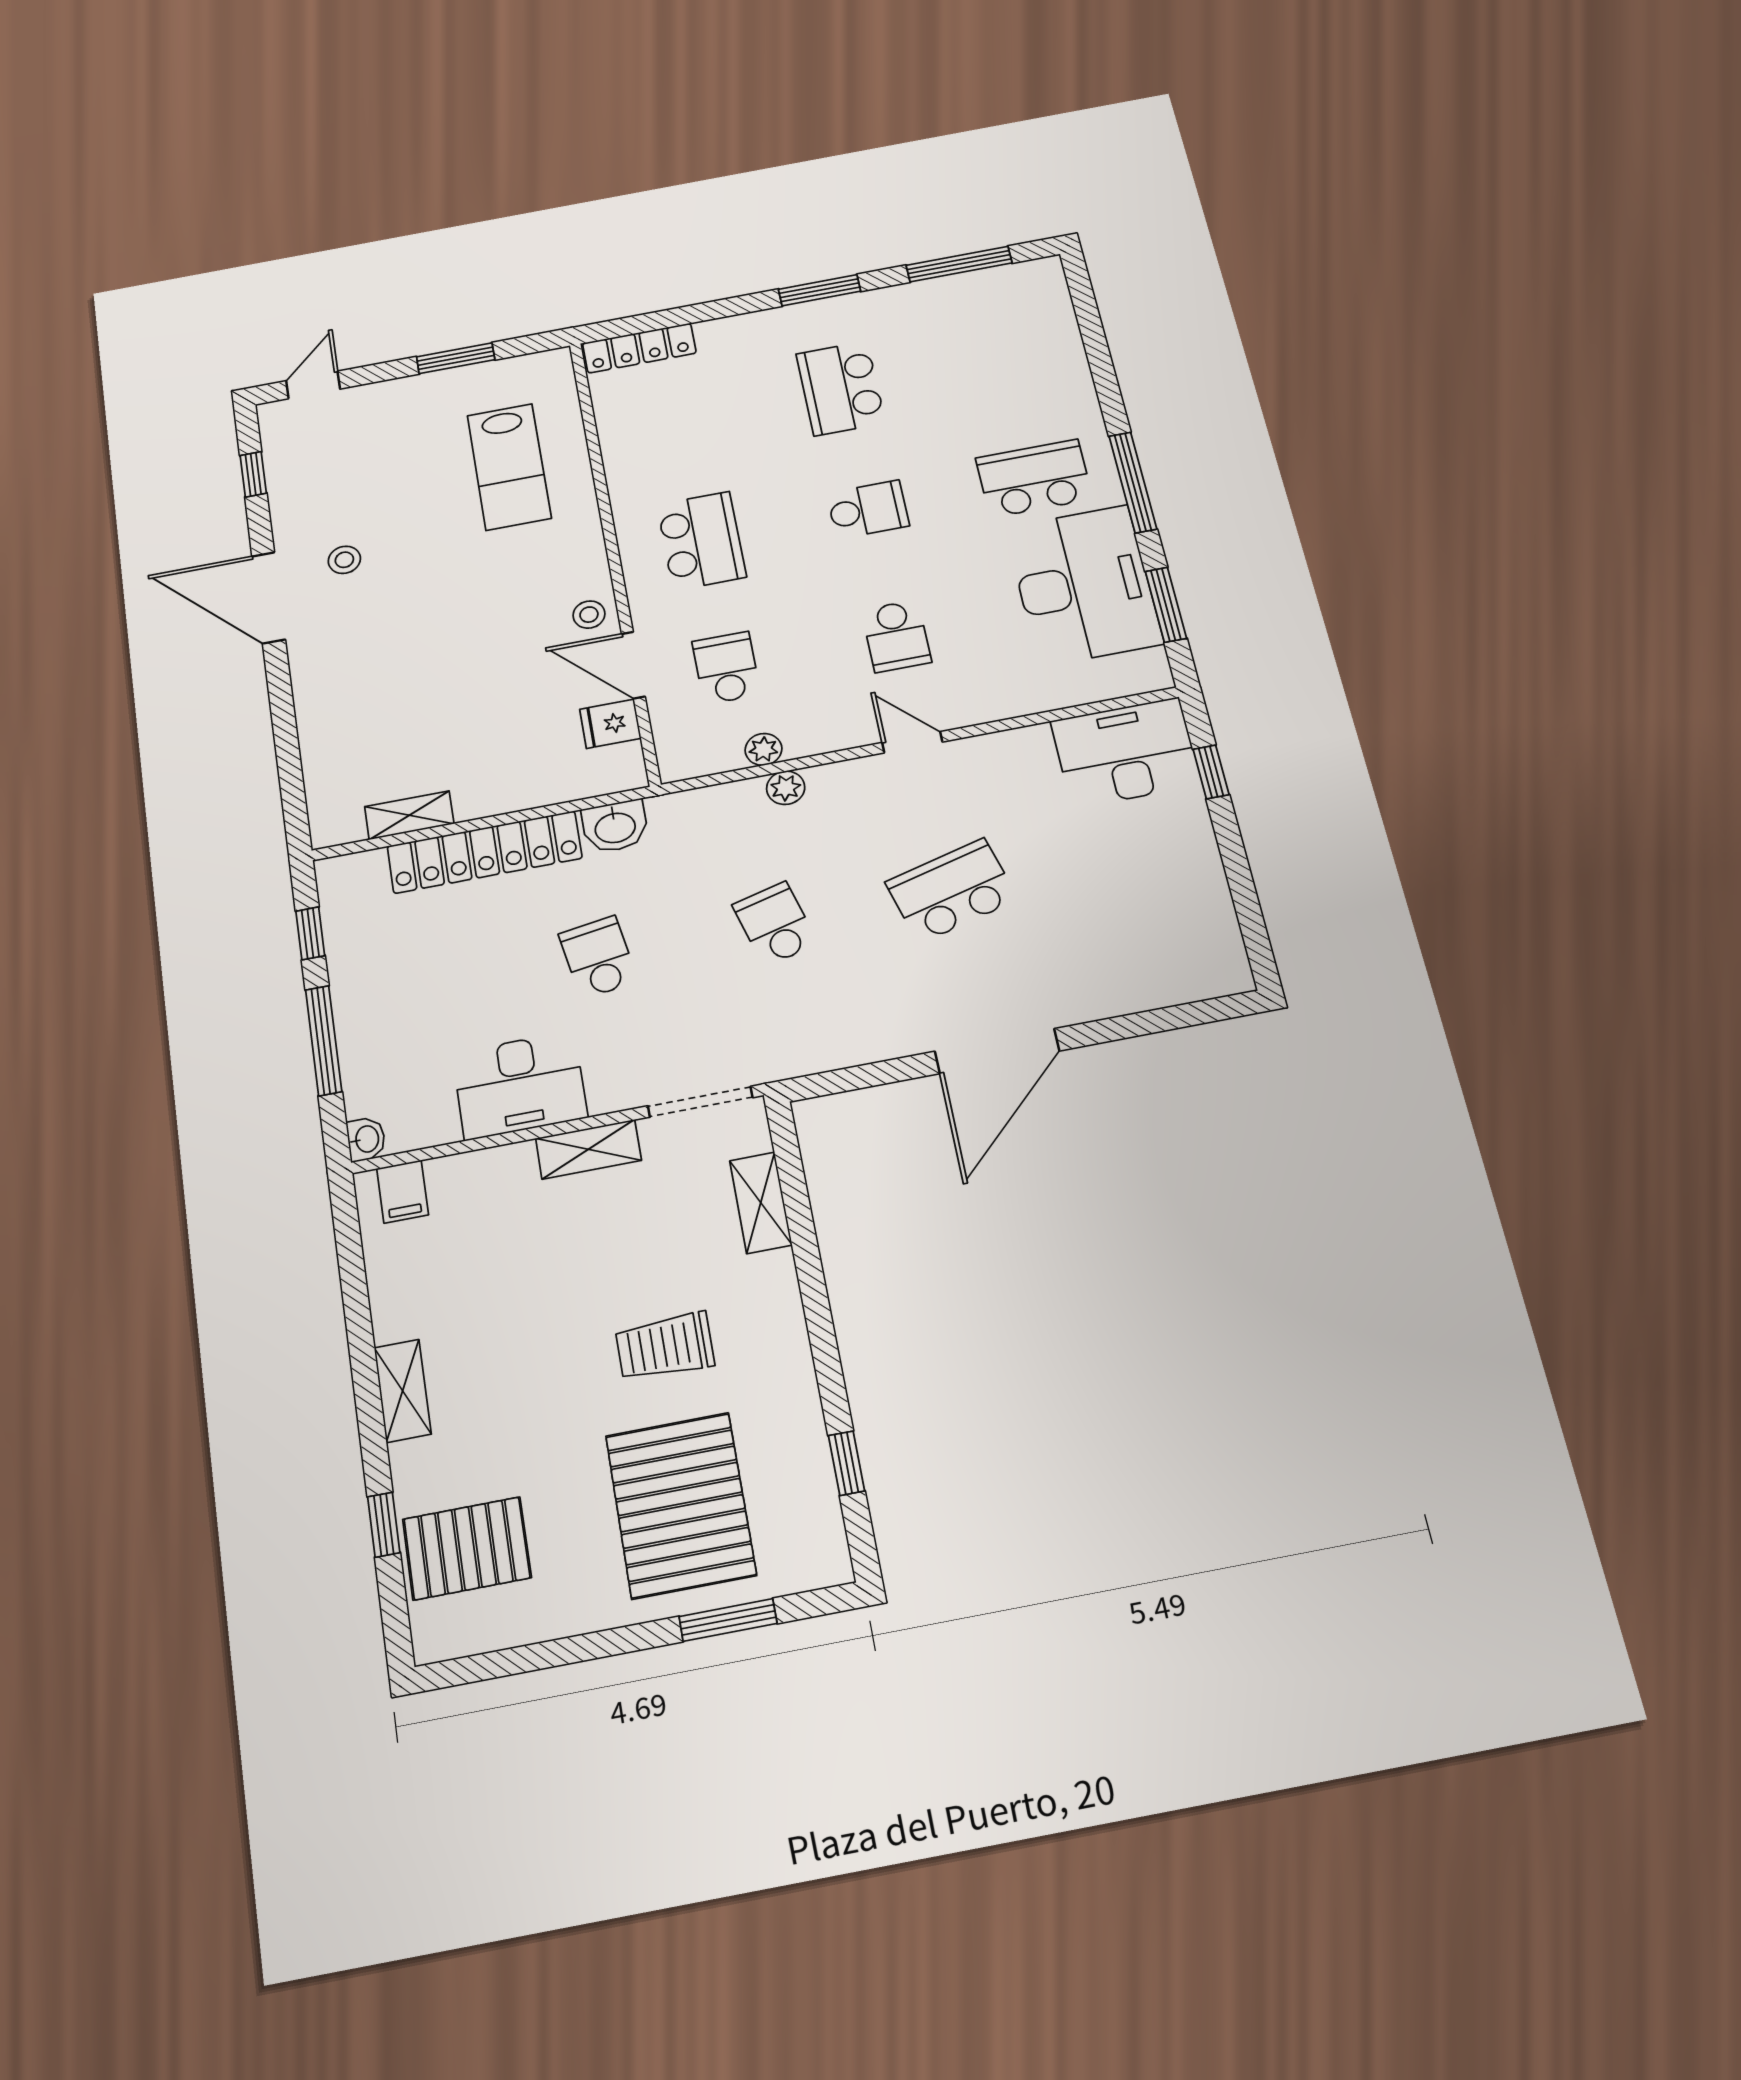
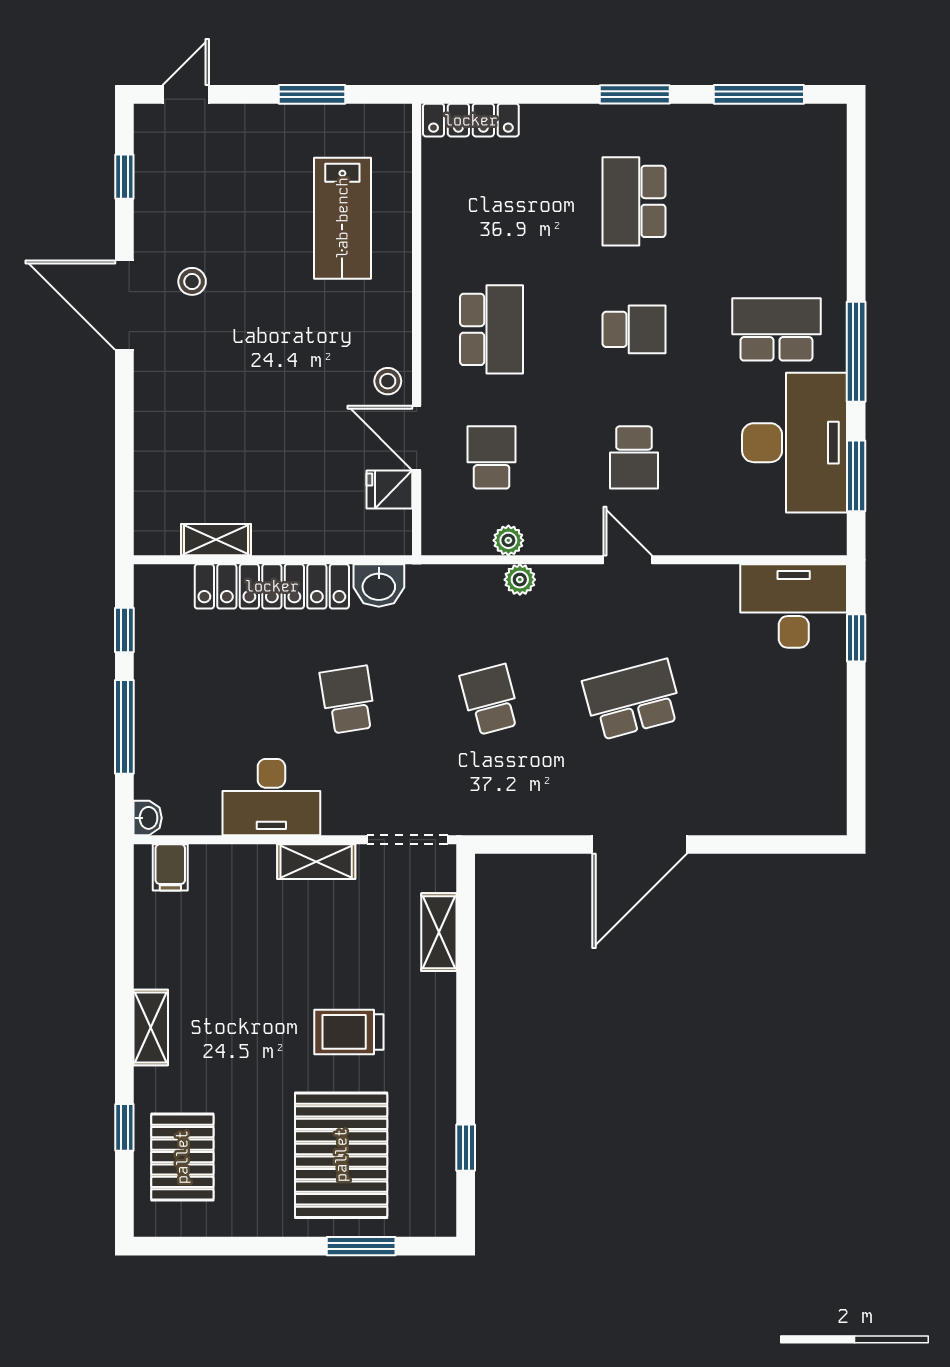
pallet: (467, 1548) -> (182, 1157), turned 90

